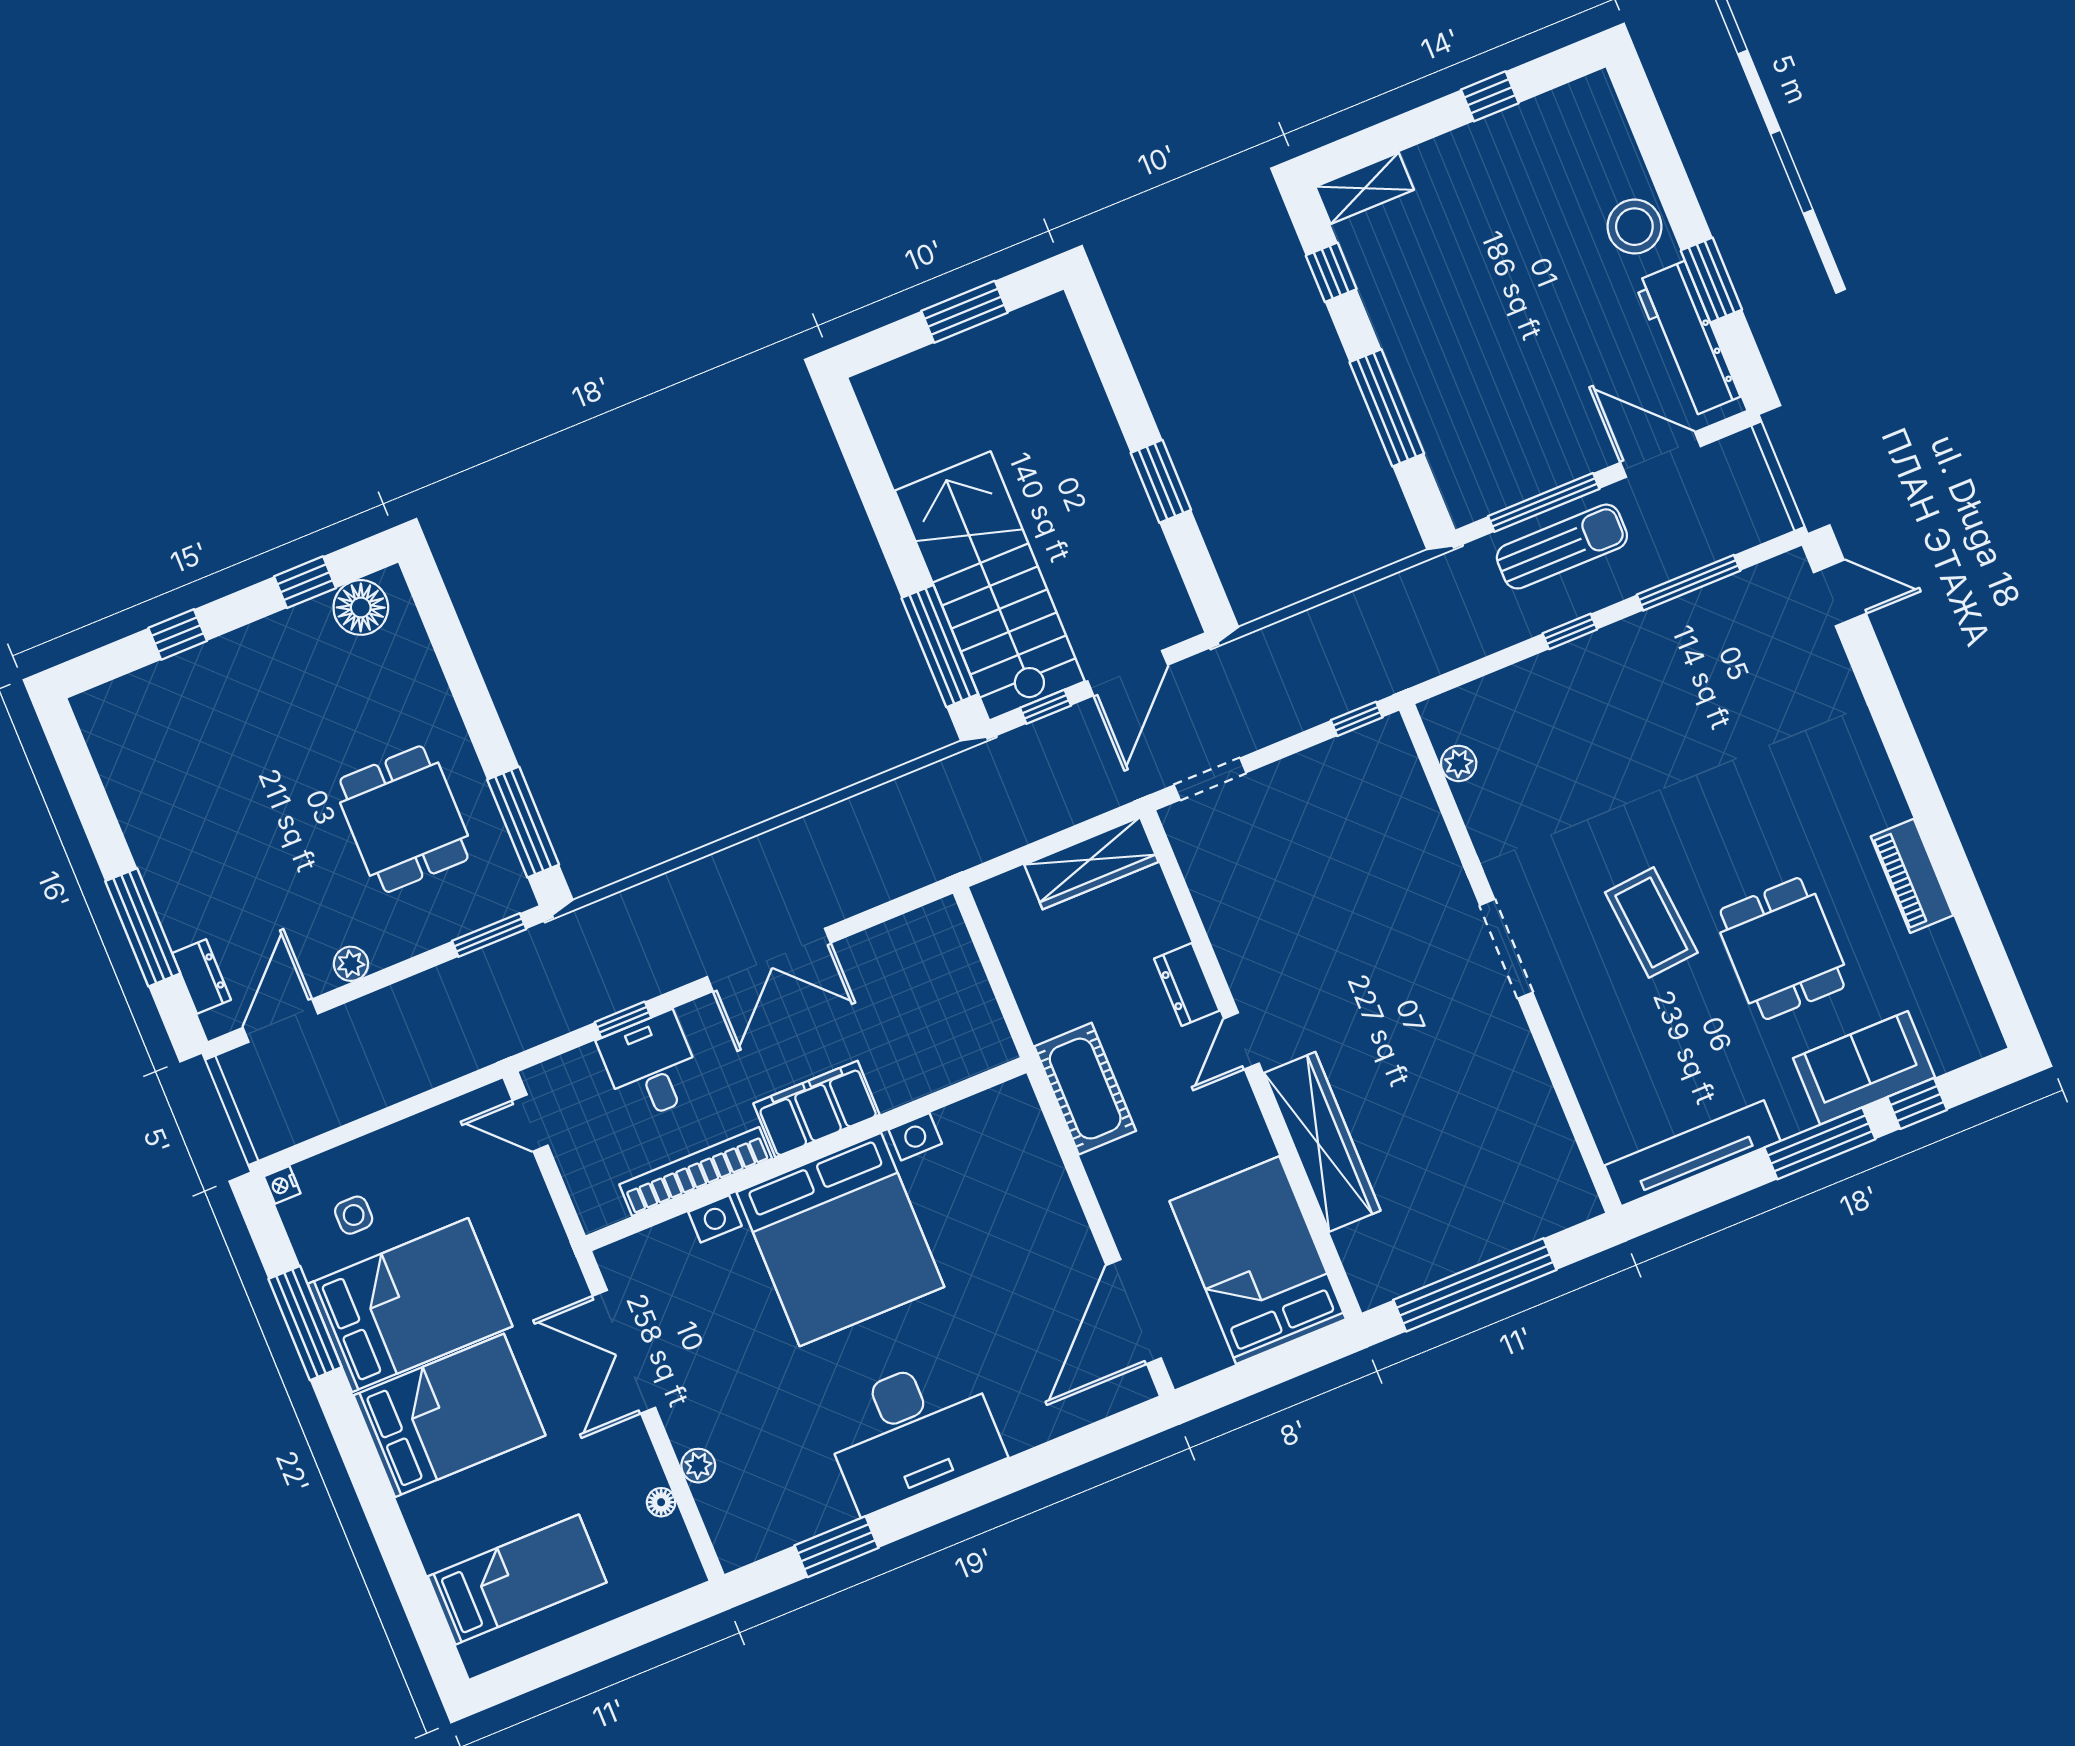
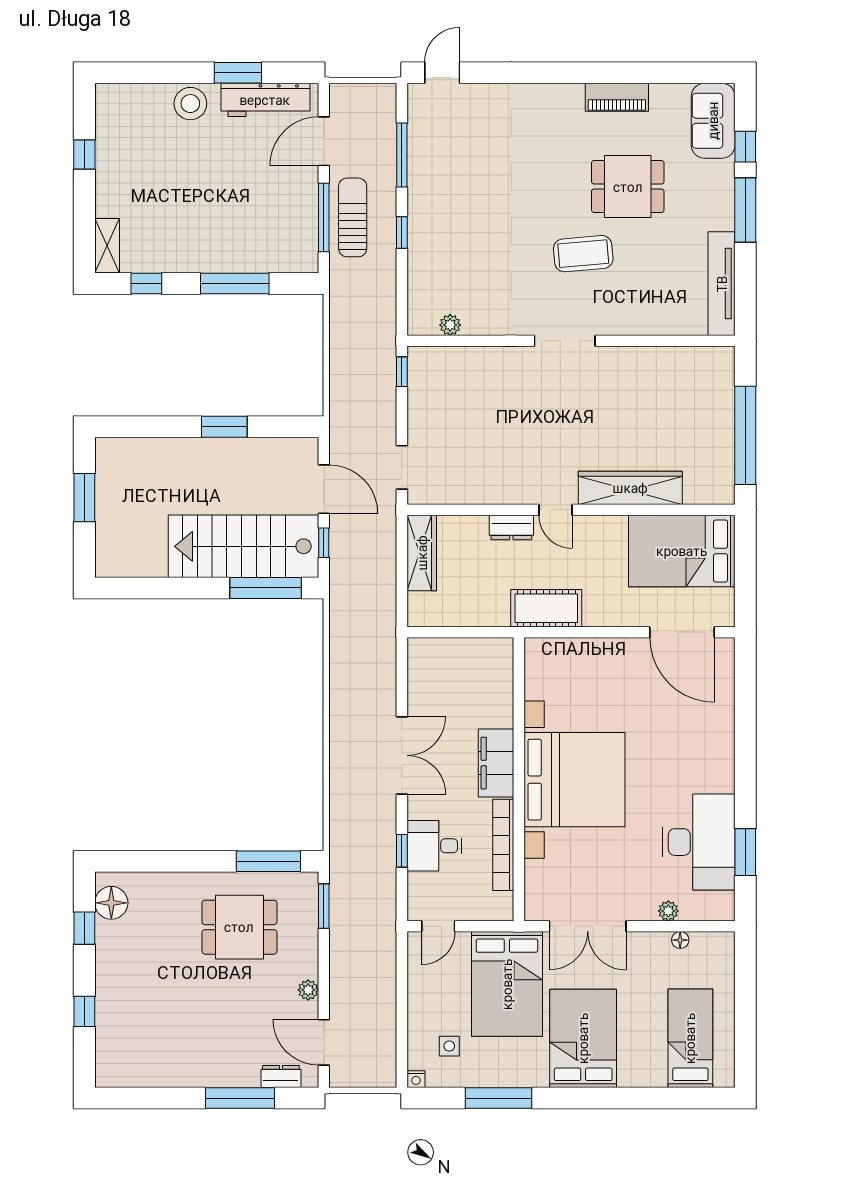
sofa: (1864, 1068) -> (713, 121), moved
bed: (410, 1305) -> (507, 984), moved, turned 180
desk: (912, 1433) -> (699, 842), moved

